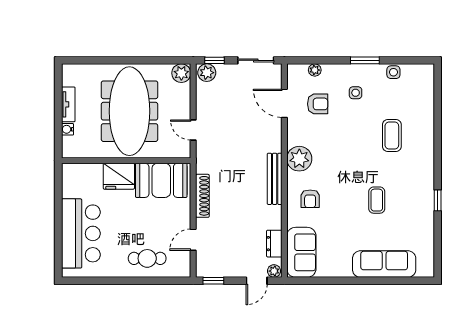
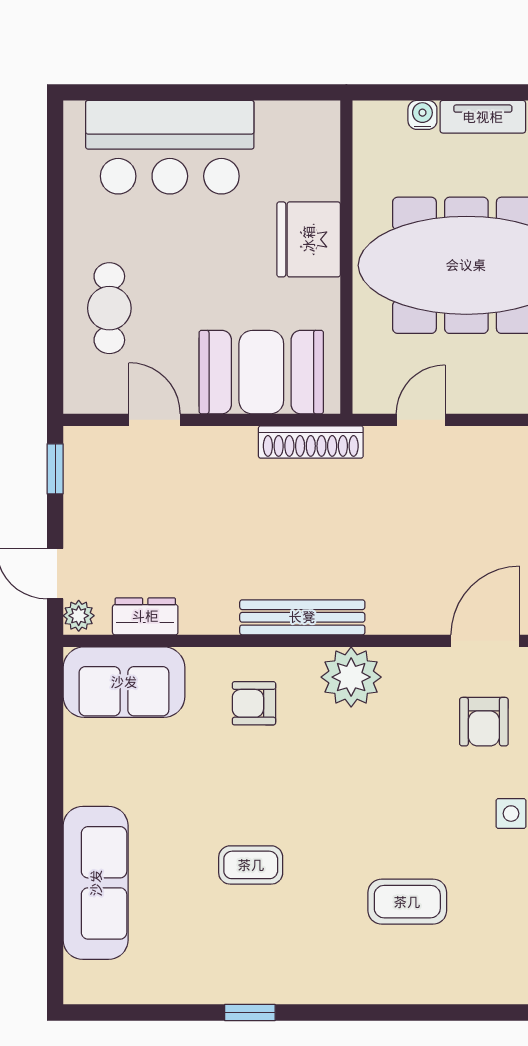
booth: (161, 180) -> (261, 372), moved, turned 90
shoe rack: (202, 196) -> (311, 442), moved

